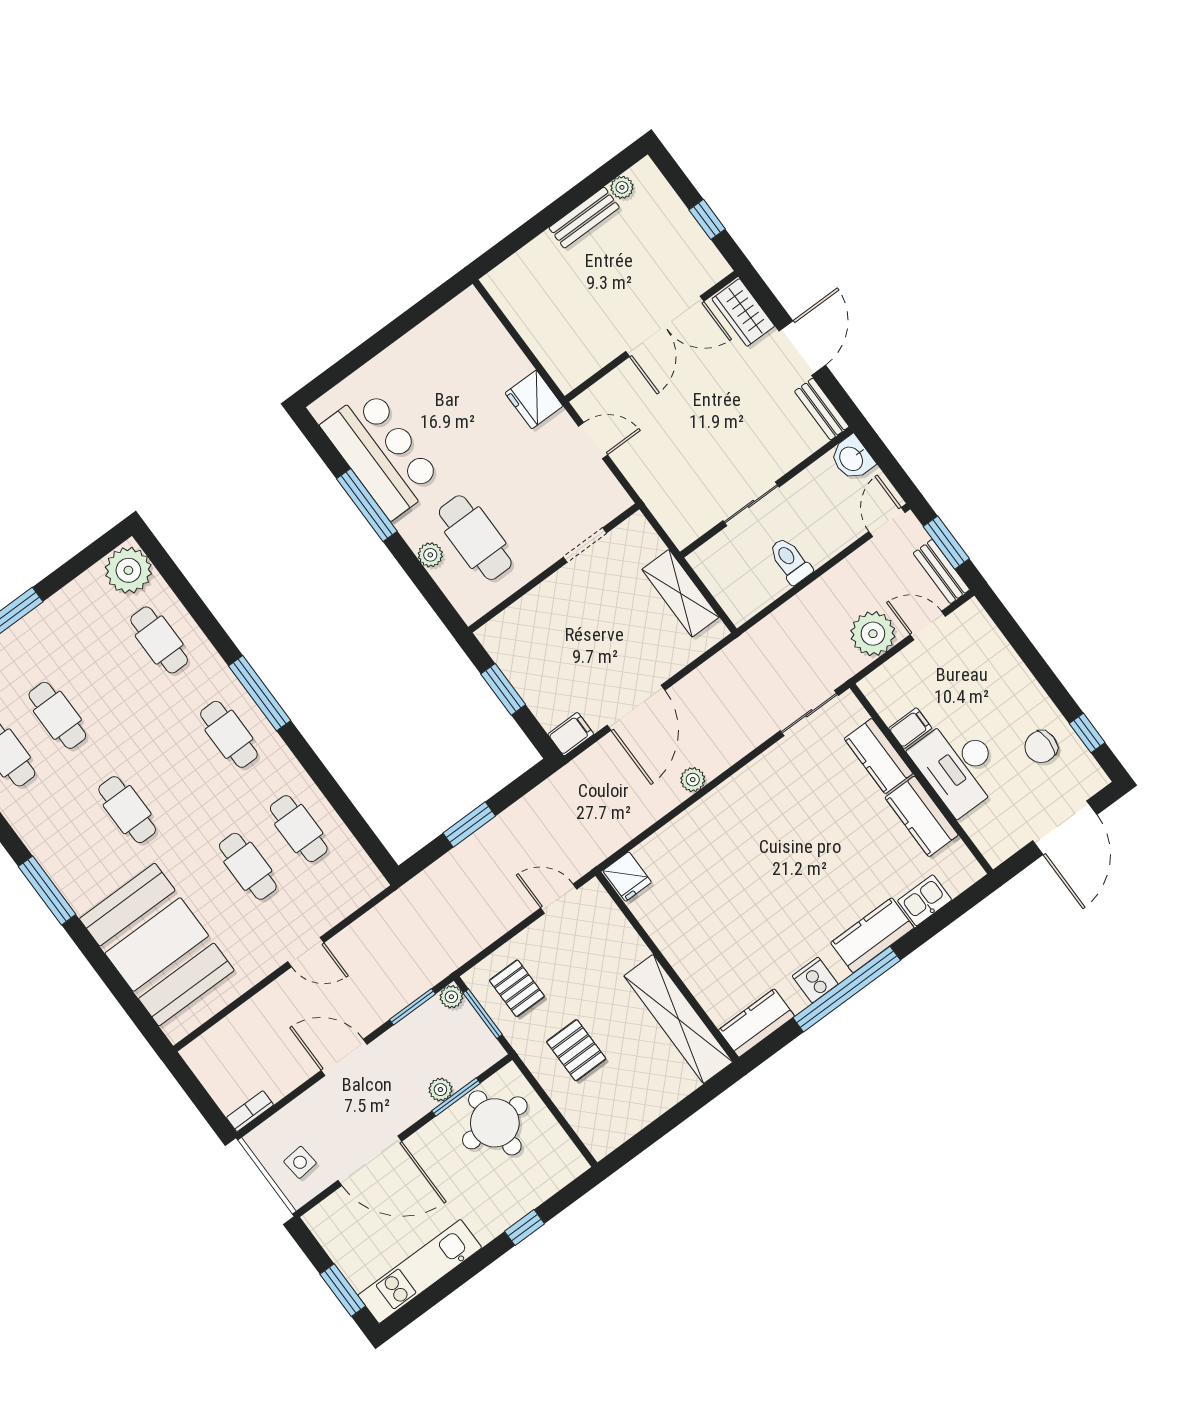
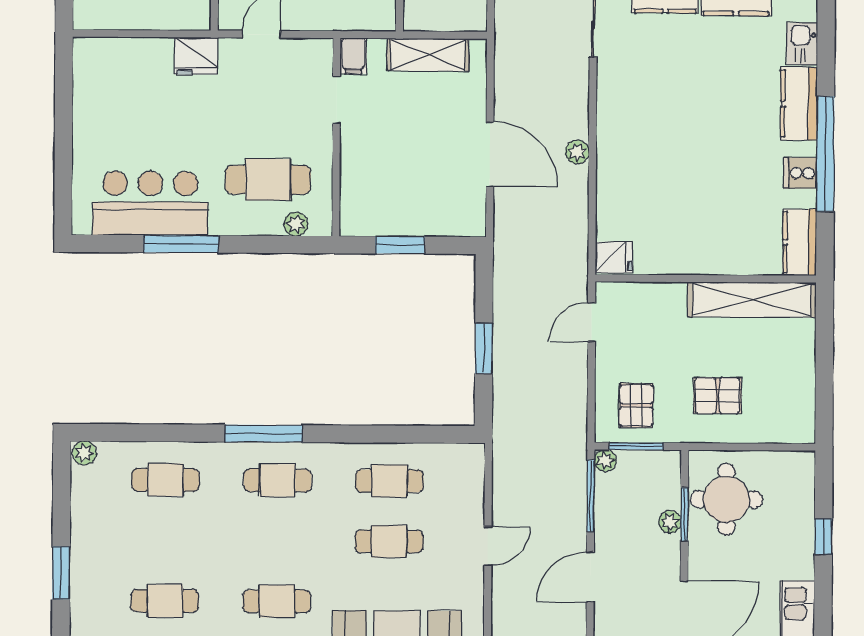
plant: (430, 555) -> (296, 224), moved
plant: (128, 570) -> (84, 453), width x0.53, depth x0.53
filing cabinet: (571, 734) -> (353, 56), moved, turned 180
pallet: (517, 988) -> (636, 406), turned 90
window: (412, 1007) -> (591, 496), width x1.44

